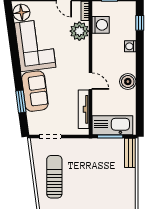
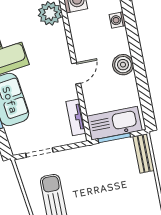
door: (91, 81) -> (76, 73), hinge flipped
tv unit: (84, 109) -> (76, 117), width x0.71

